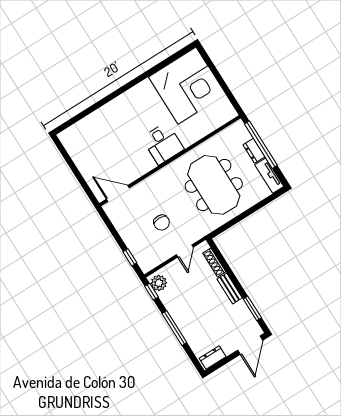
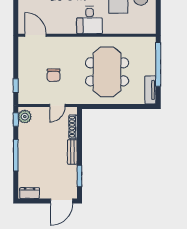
dresser: (254, 151) -> (151, 66), removed

